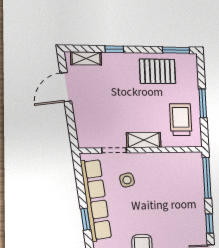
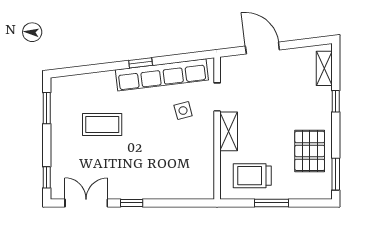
door: (66, 87) -> (262, 48), moved
trolley: (181, 120) -> (252, 176), turned 180
window: (207, 178) -> (184, 203), removed

